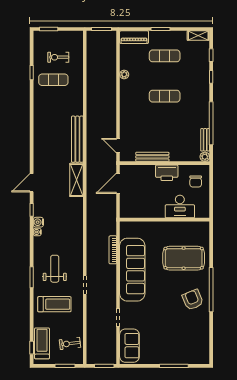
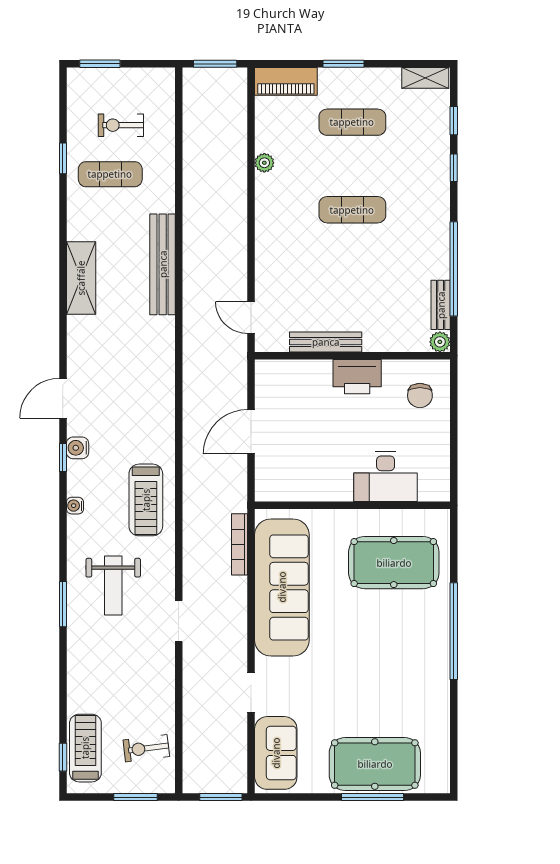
bench: (77, 139) -> (163, 264), moved
shelving: (76, 180) -> (81, 278), moved
door: (118, 183) -> (251, 432), moved
desk: (180, 207) -> (386, 477), moved
wall: (165, 220) -> (352, 505), moved
water cooler: (38, 222) -> (78, 448), moved
weight bench: (55, 269) -> (113, 585), turned 180
armchair: (193, 300) -> (413, 653), removed
treadmill: (54, 304) -> (146, 500), moved, turned 90
pool table: (175, 351) -> (375, 764), added

